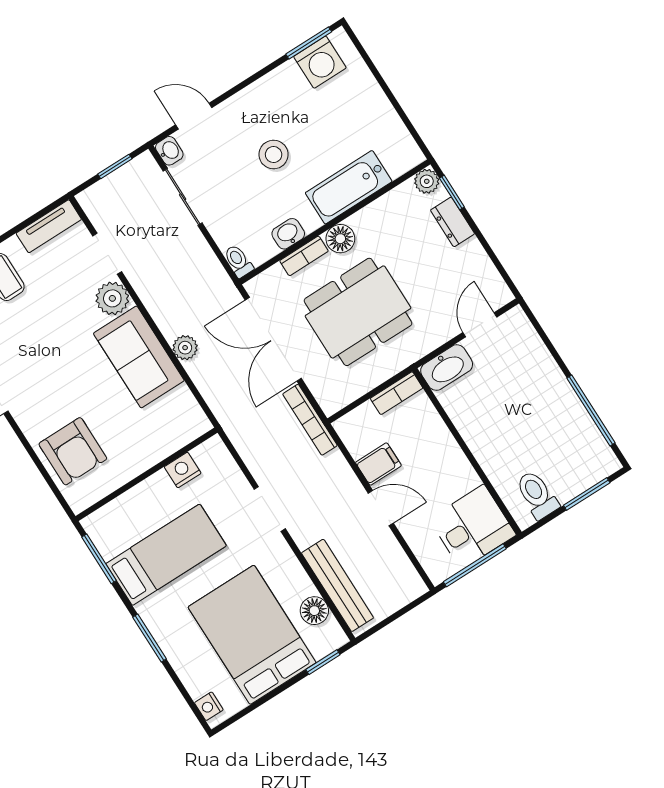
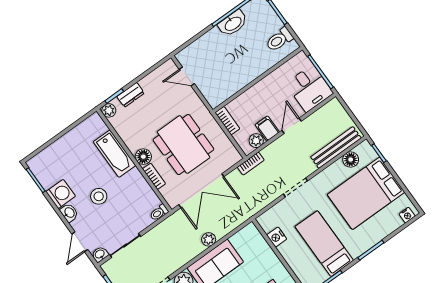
washing machine: (320, 62) -> (61, 194), moved
washbasin: (288, 234) -> (69, 213), moved, turned 180
washbasin: (447, 368) -> (233, 23), moved, turned 90
bookcase: (310, 420) -> (251, 164), width x0.64
plant: (358, 443) -> (256, 141), added
desk: (472, 527) -> (309, 88), moved, turned 180

